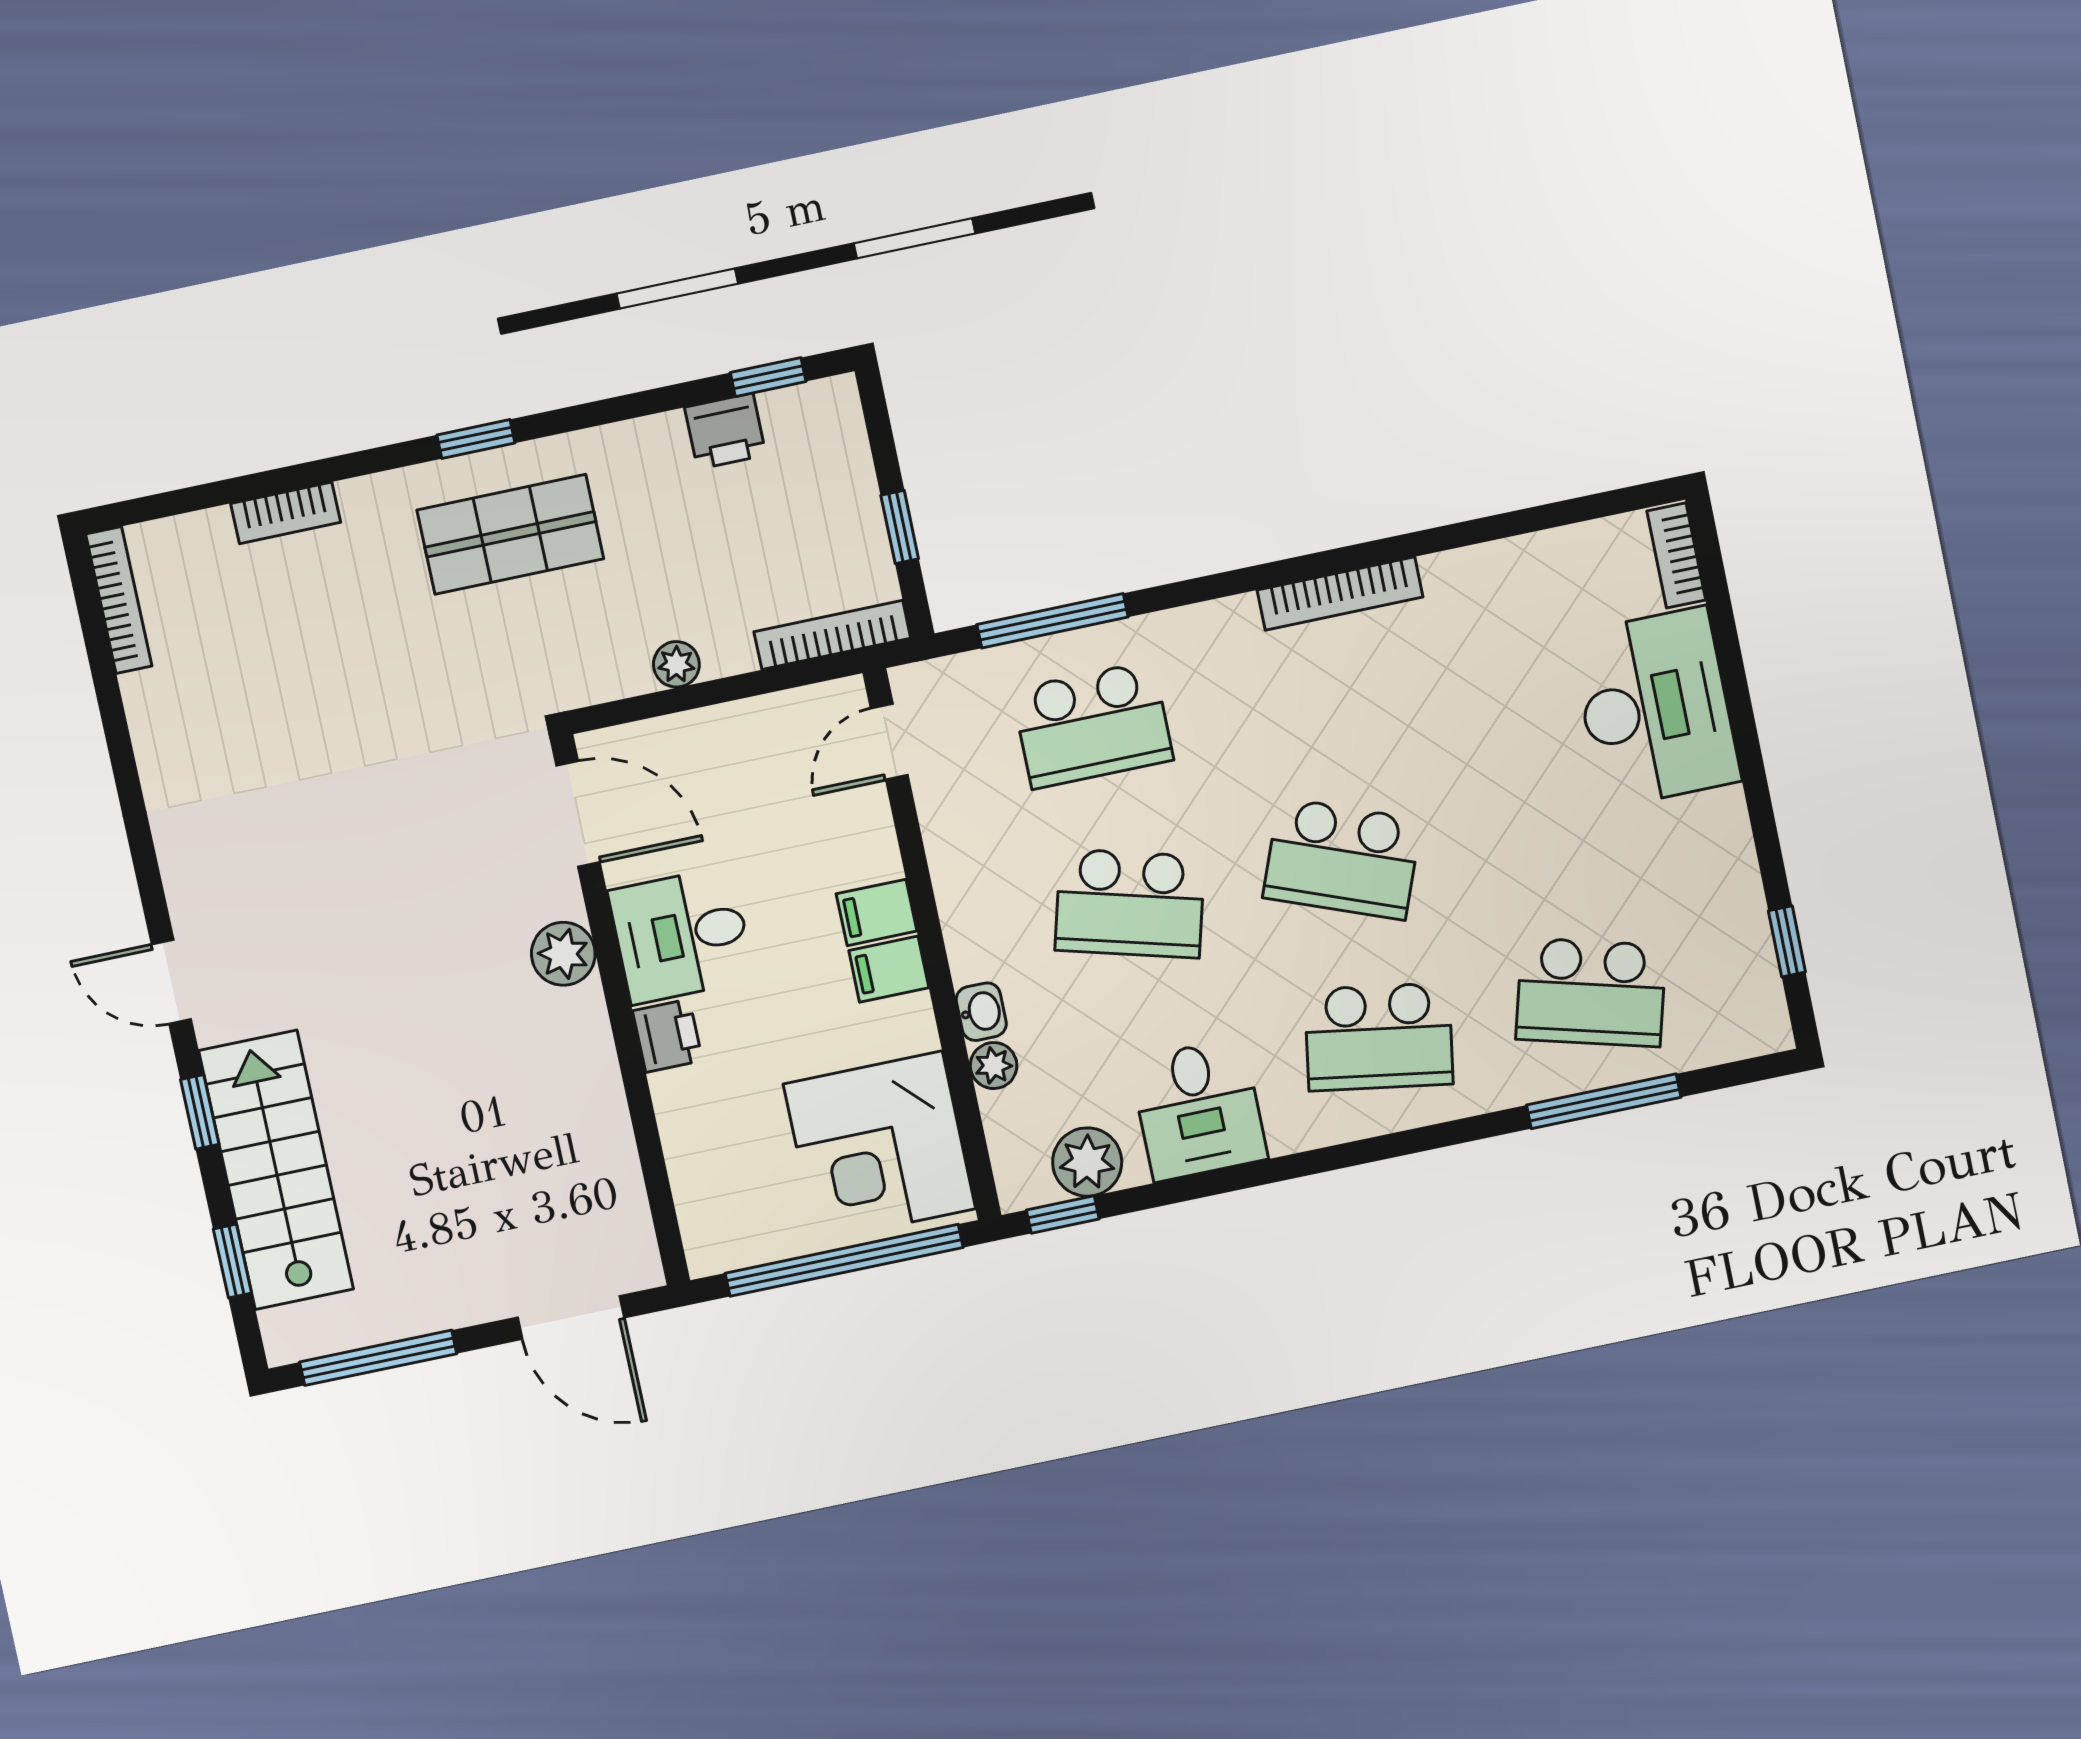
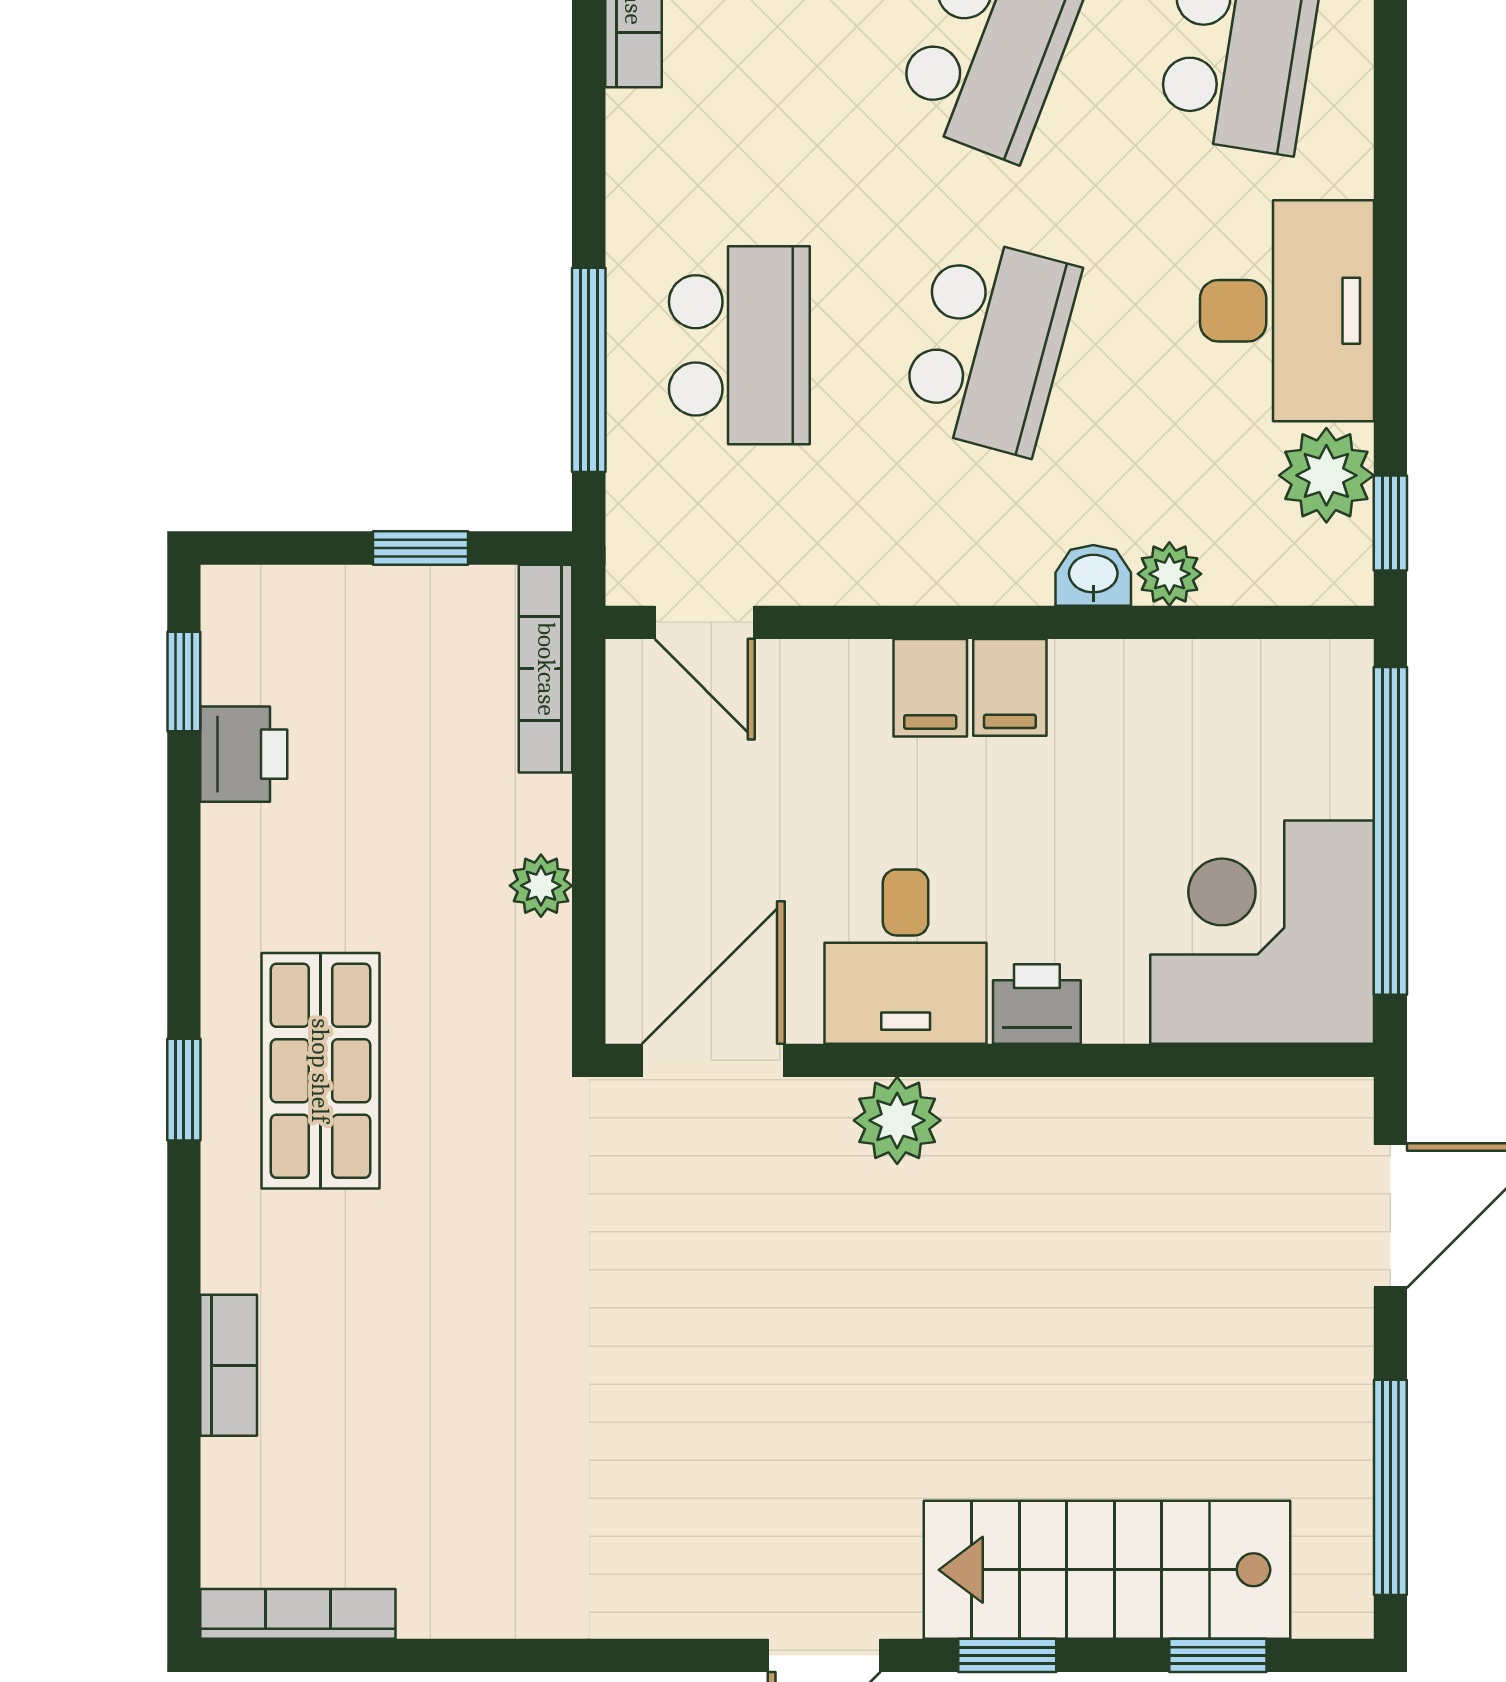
desk: (1199, 1110) -> (1287, 311), width x1.37
corner desk: (879, 1146) -> (1262, 932), moved, turned 180

